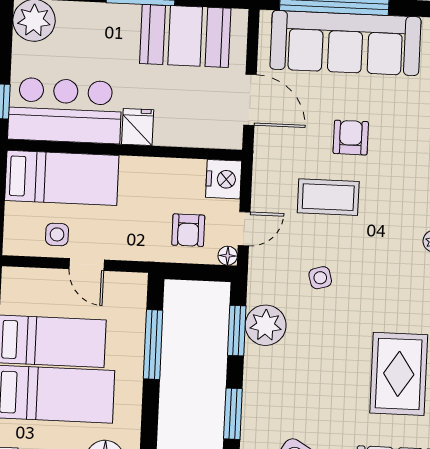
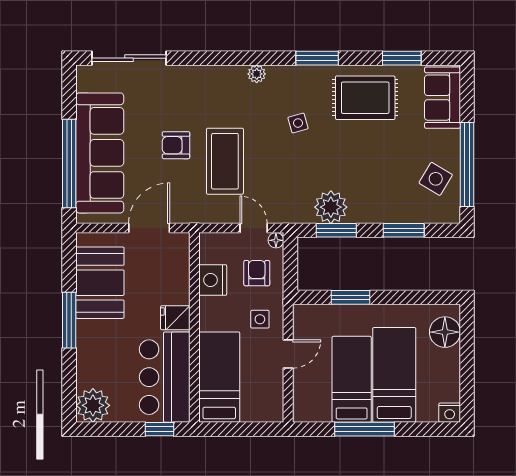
nightstand: (224, 179) -> (213, 280), moved, turned -90
coffee table: (328, 197) -> (225, 161), width x1.36, depth x1.32
armchair: (188, 230) -> (257, 273), turned -90
side table: (57, 234) -> (260, 319), moved
side table: (320, 278) -> (298, 123), moved
window: (153, 345) -> (351, 297), width x0.69

